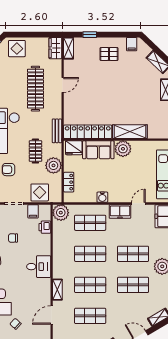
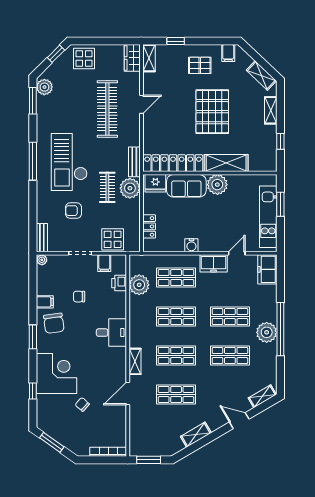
pallet: (119, 91) -> (212, 112), added
plant: (53, 165) -> (130, 188), moved
plant: (61, 213) -> (139, 285), moved

